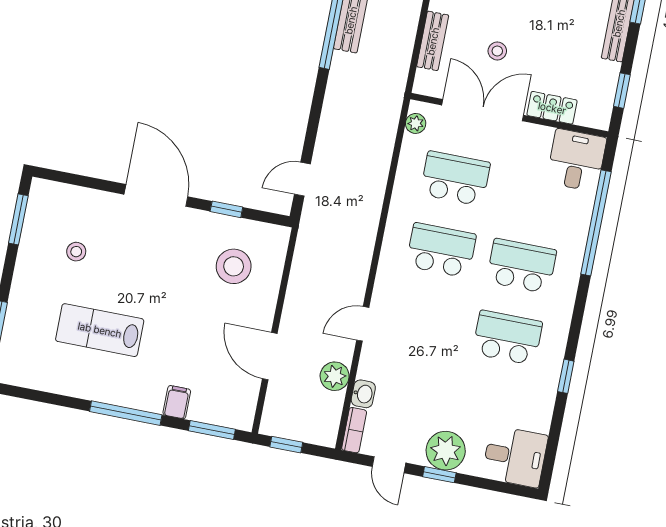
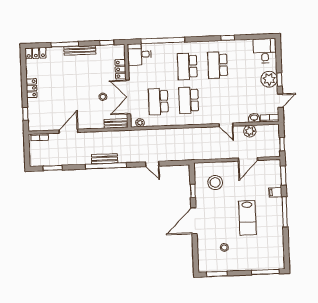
bench: (433, 41) -> (116, 123), moved
door: (302, 179) -> (152, 164), moved
lab bench: (100, 330) -> (247, 218), moved

